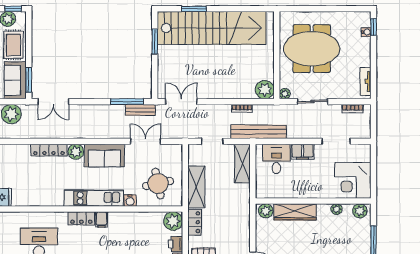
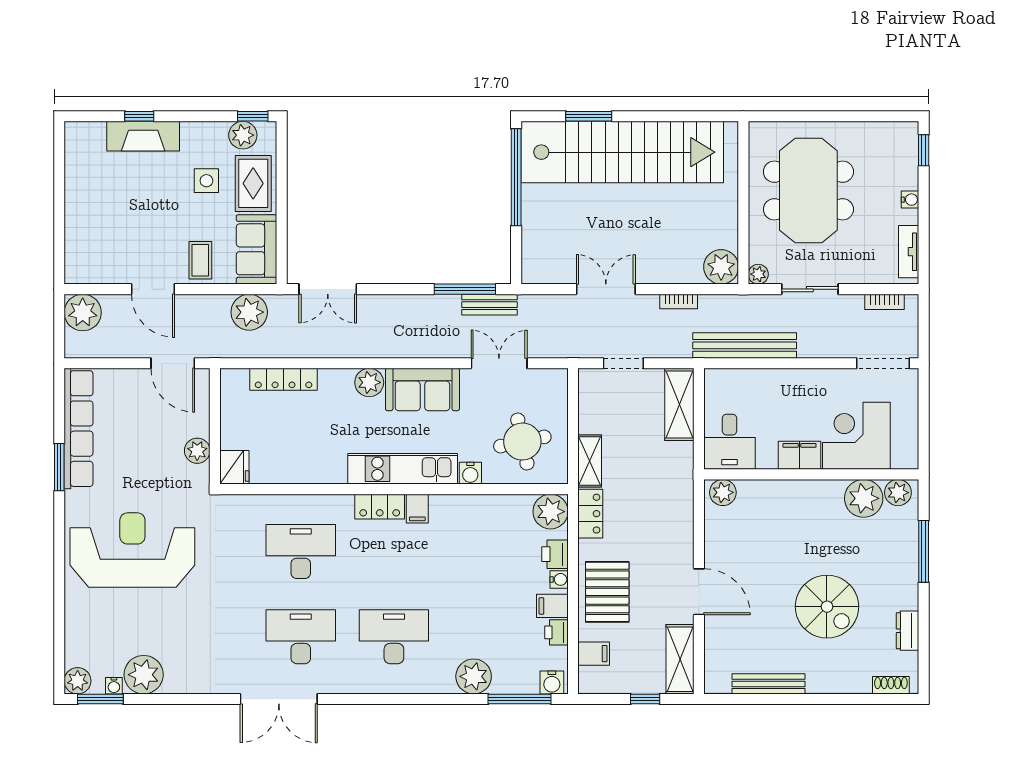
water cooler: (366, 32) -> (910, 200), moved
window: (155, 41) -> (516, 177), width x2.11
meeting table: (312, 49) -> (808, 191), turned 90
window: (29, 80) -> (282, 248), removed
double door: (181, 102) -> (606, 289), moved
bench: (259, 132) -> (745, 345), moved
doorway: (336, 141) -> (883, 363), moved
locker: (49, 150) -> (284, 379), moved
filing cabinet: (303, 152) -> (800, 455), moved, turned 180
desk: (276, 159) -> (729, 442), moved, turned 180
corner desk: (353, 180) -> (856, 436), moved, turned 90
shelving: (196, 187) -> (590, 461), width x0.67, depth x0.75
plant: (337, 209) -> (864, 498), width x1.87, depth x1.87
wardrobe: (295, 212) -> (777, 495), removed

